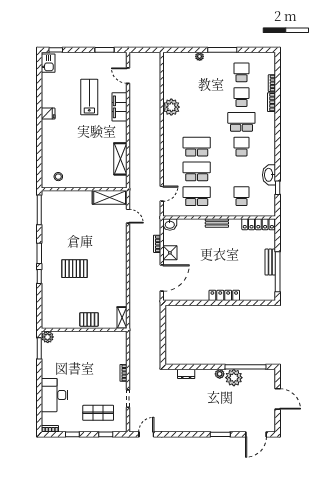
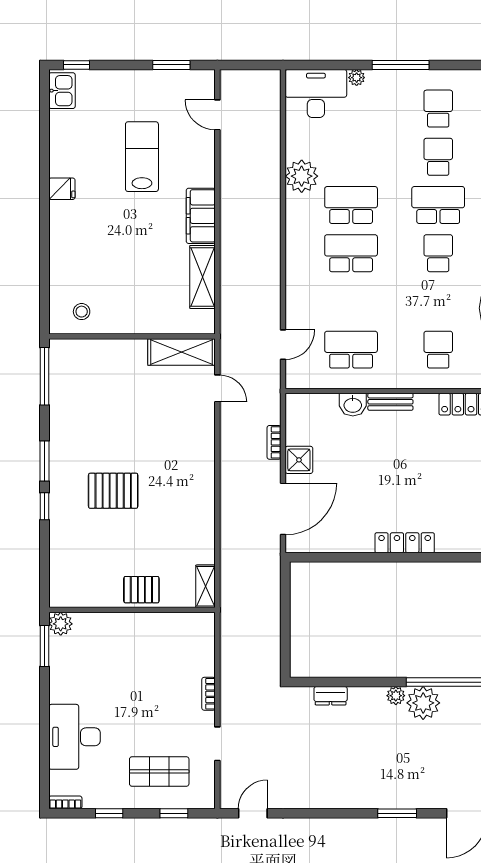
desk: (179, 65) -> (316, 93), added
filing cabinet: (120, 107) -> (201, 216), moved
school desk: (197, 171) -> (351, 205), moved
washbasin: (170, 224) -> (353, 405), moved

